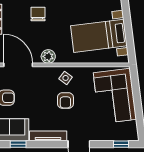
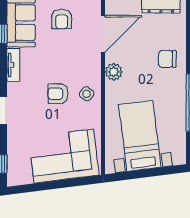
chair: (38, 14) -> (167, 59), turned 180
tv unit: (48, 136) -> (13, 65), width x0.71

